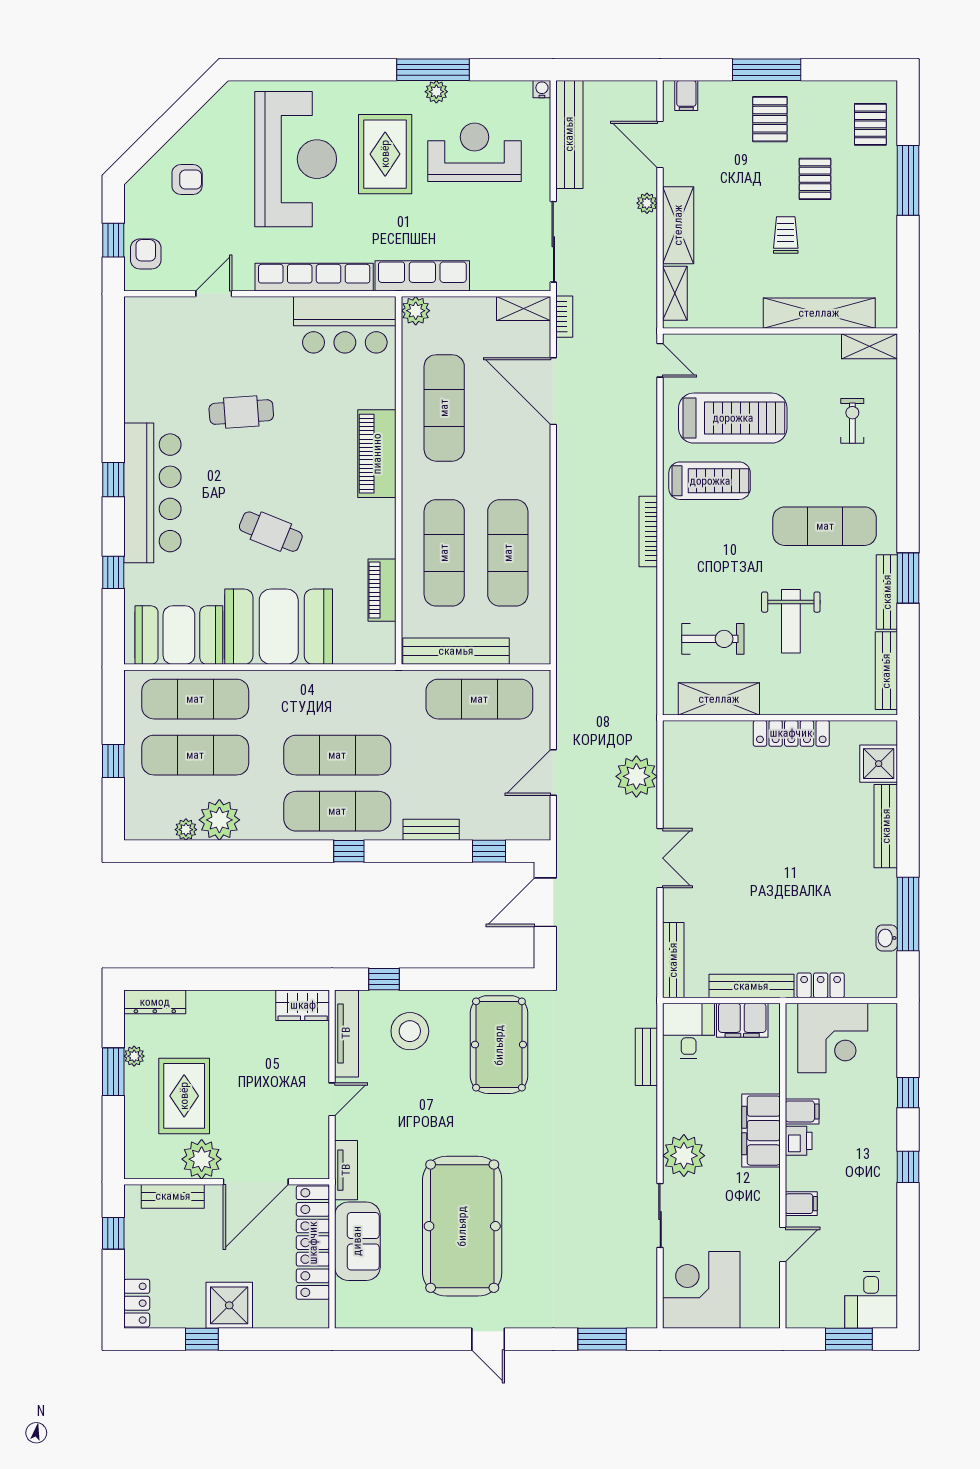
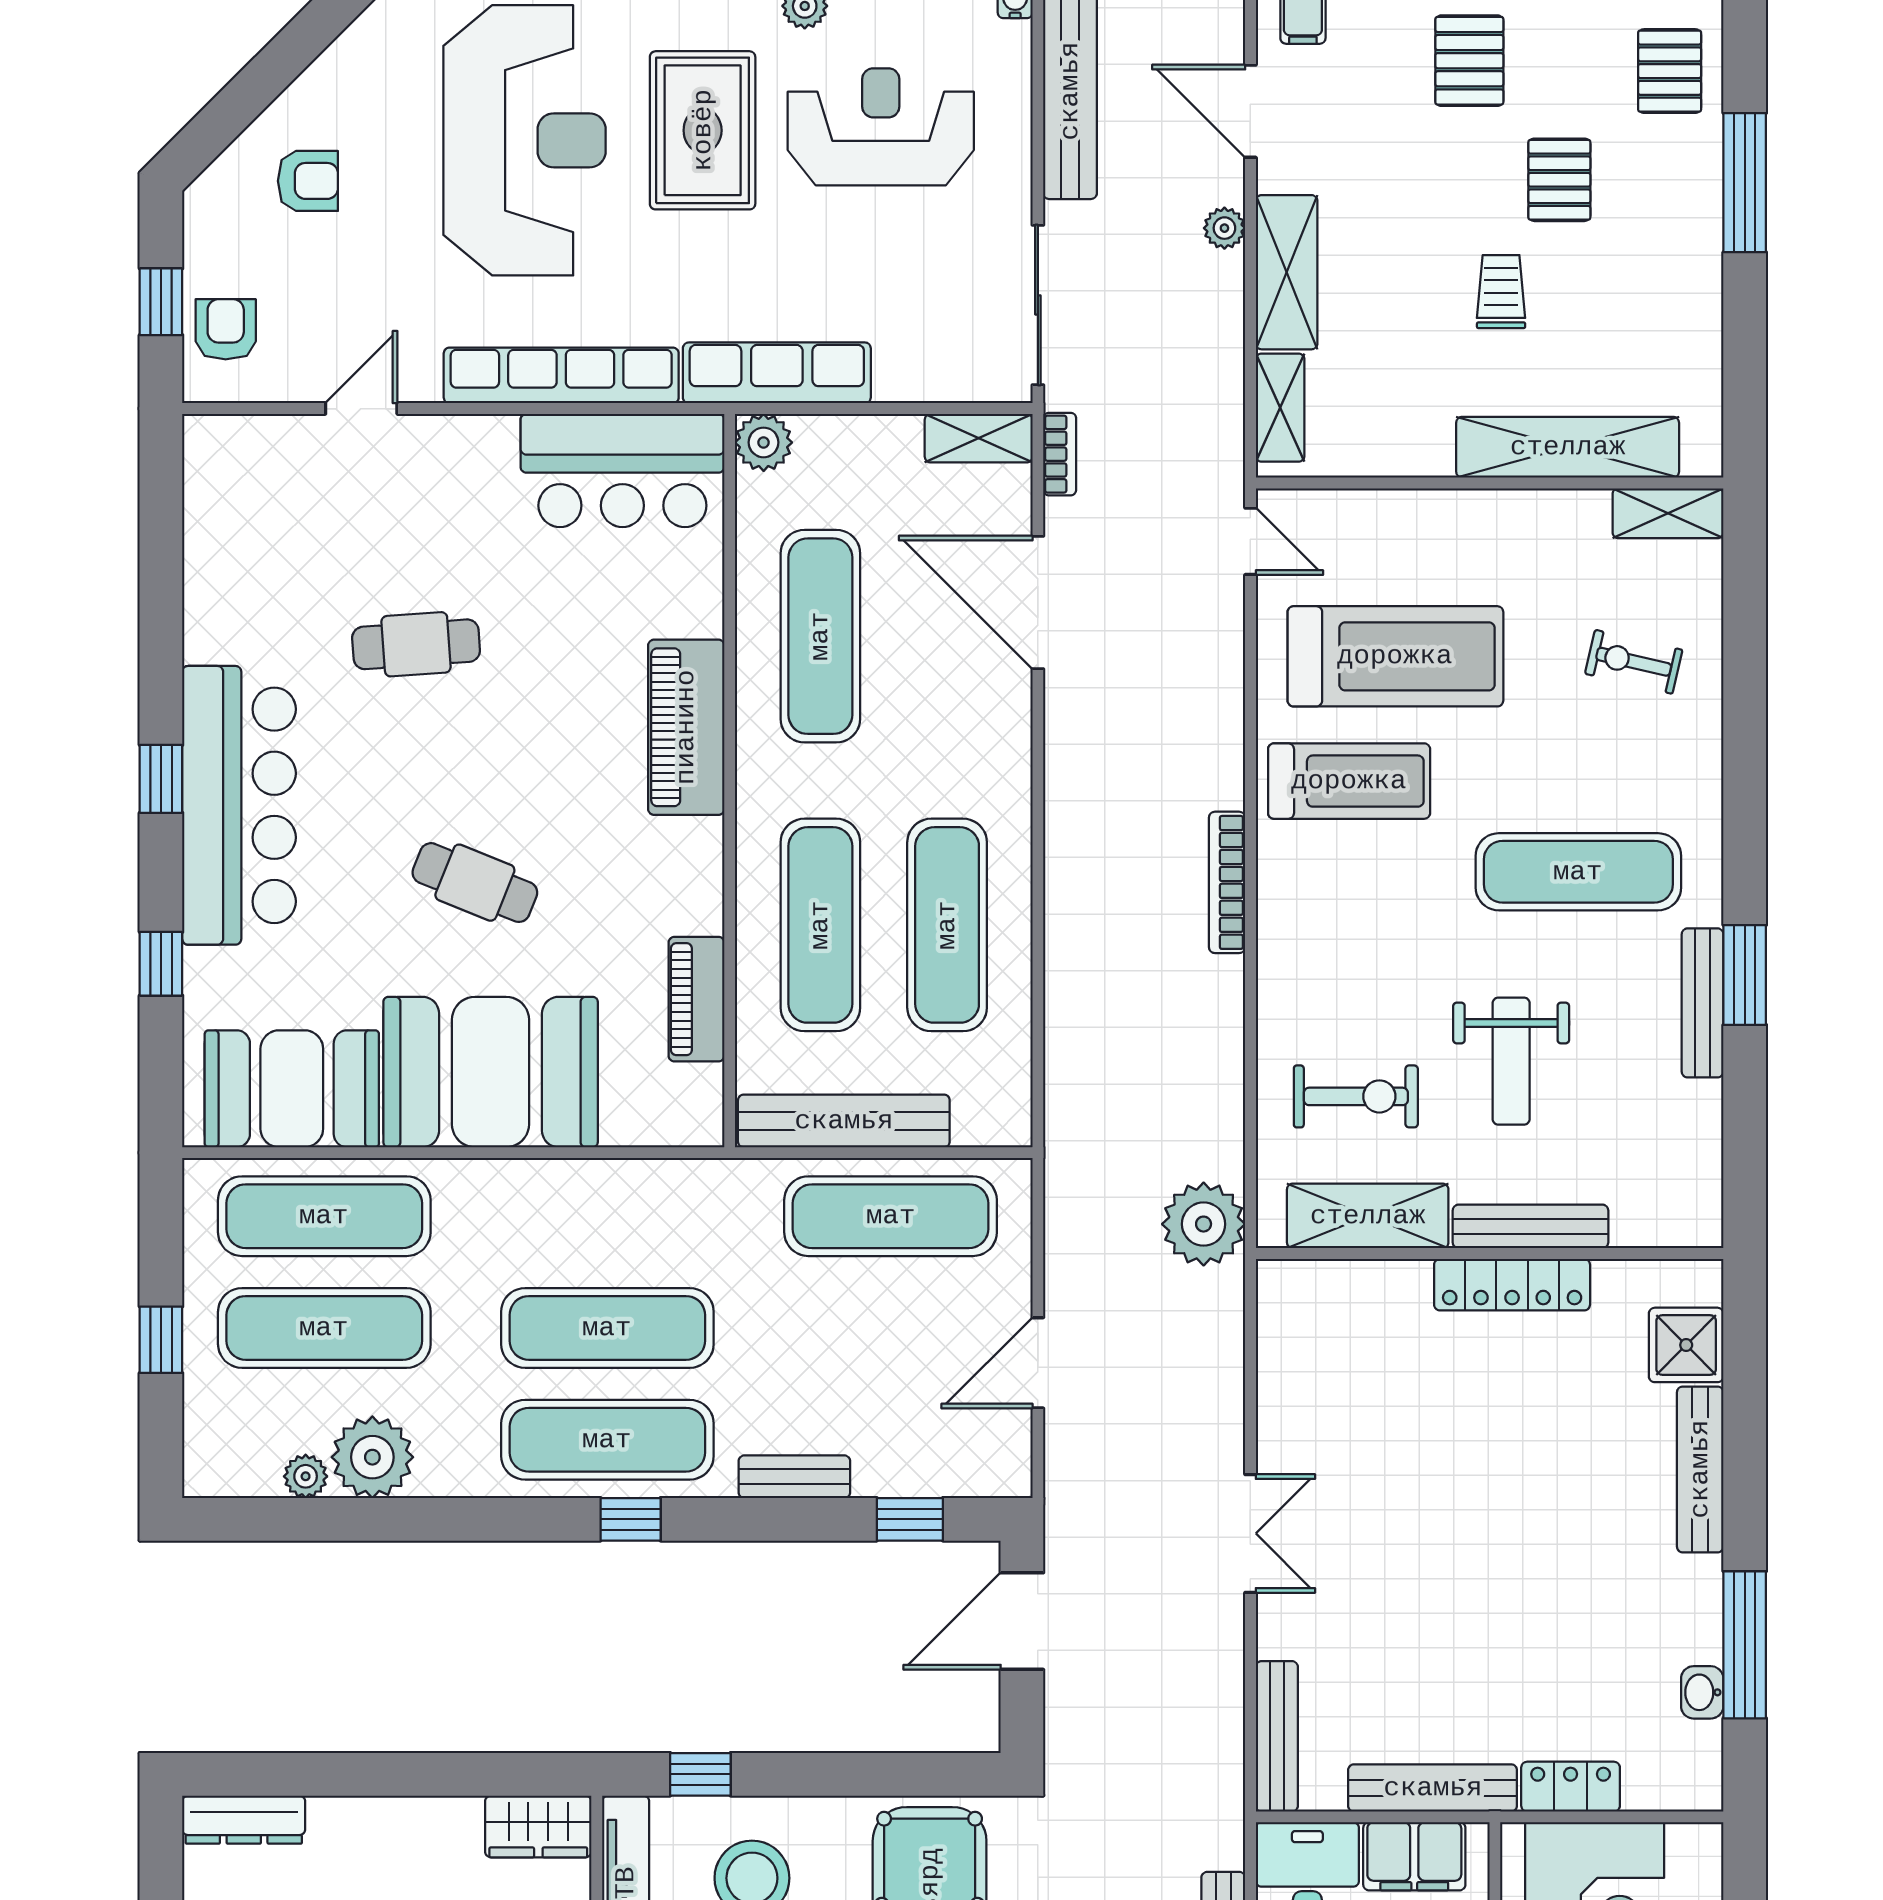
exercise bike: (852, 421) -> (1634, 662), turned -77
bench: (886, 671) -> (1530, 1226), moved, turned 90
plant: (636, 776) -> (1204, 1224), moved

